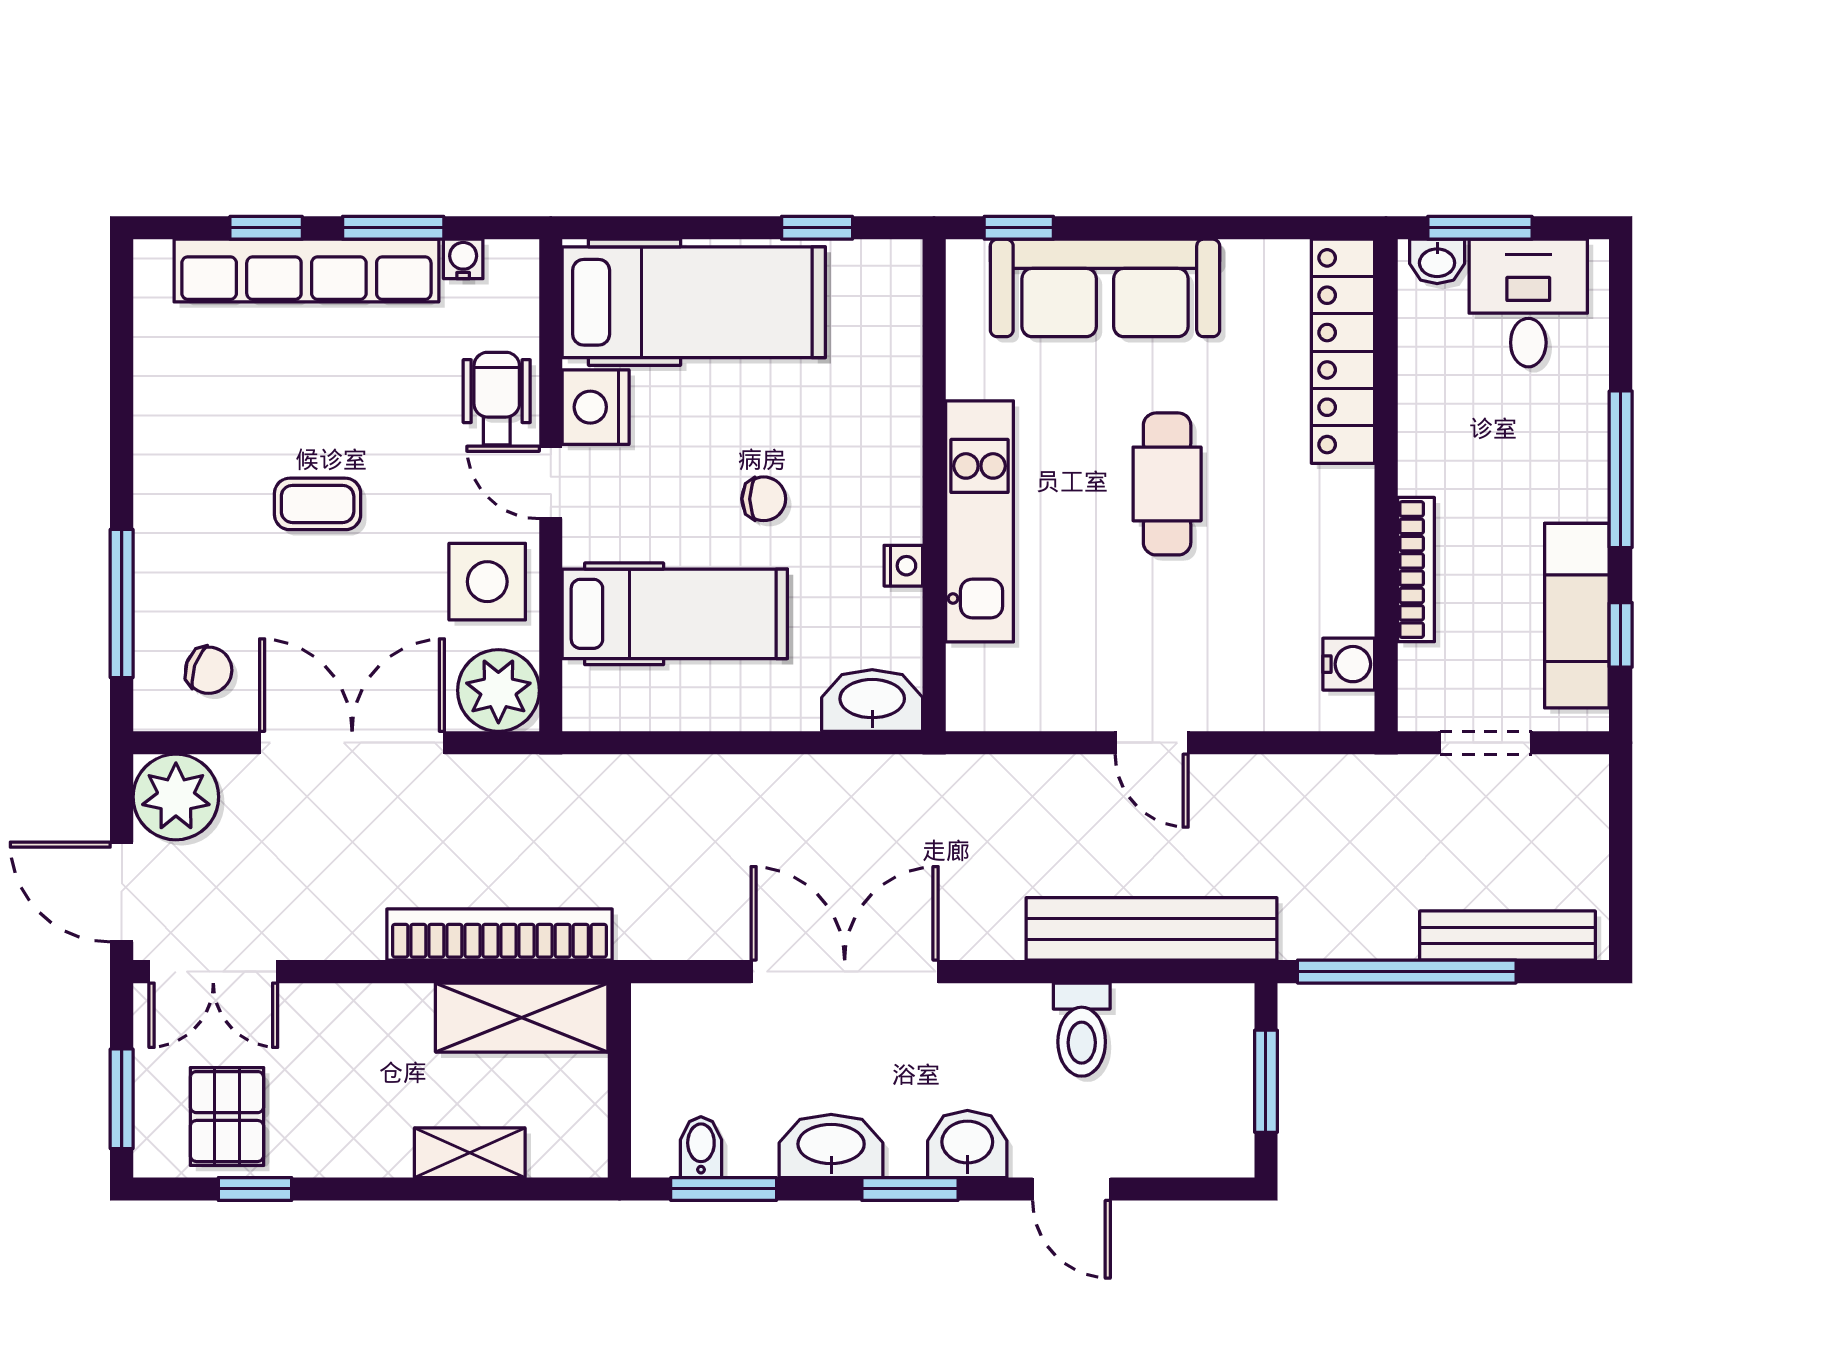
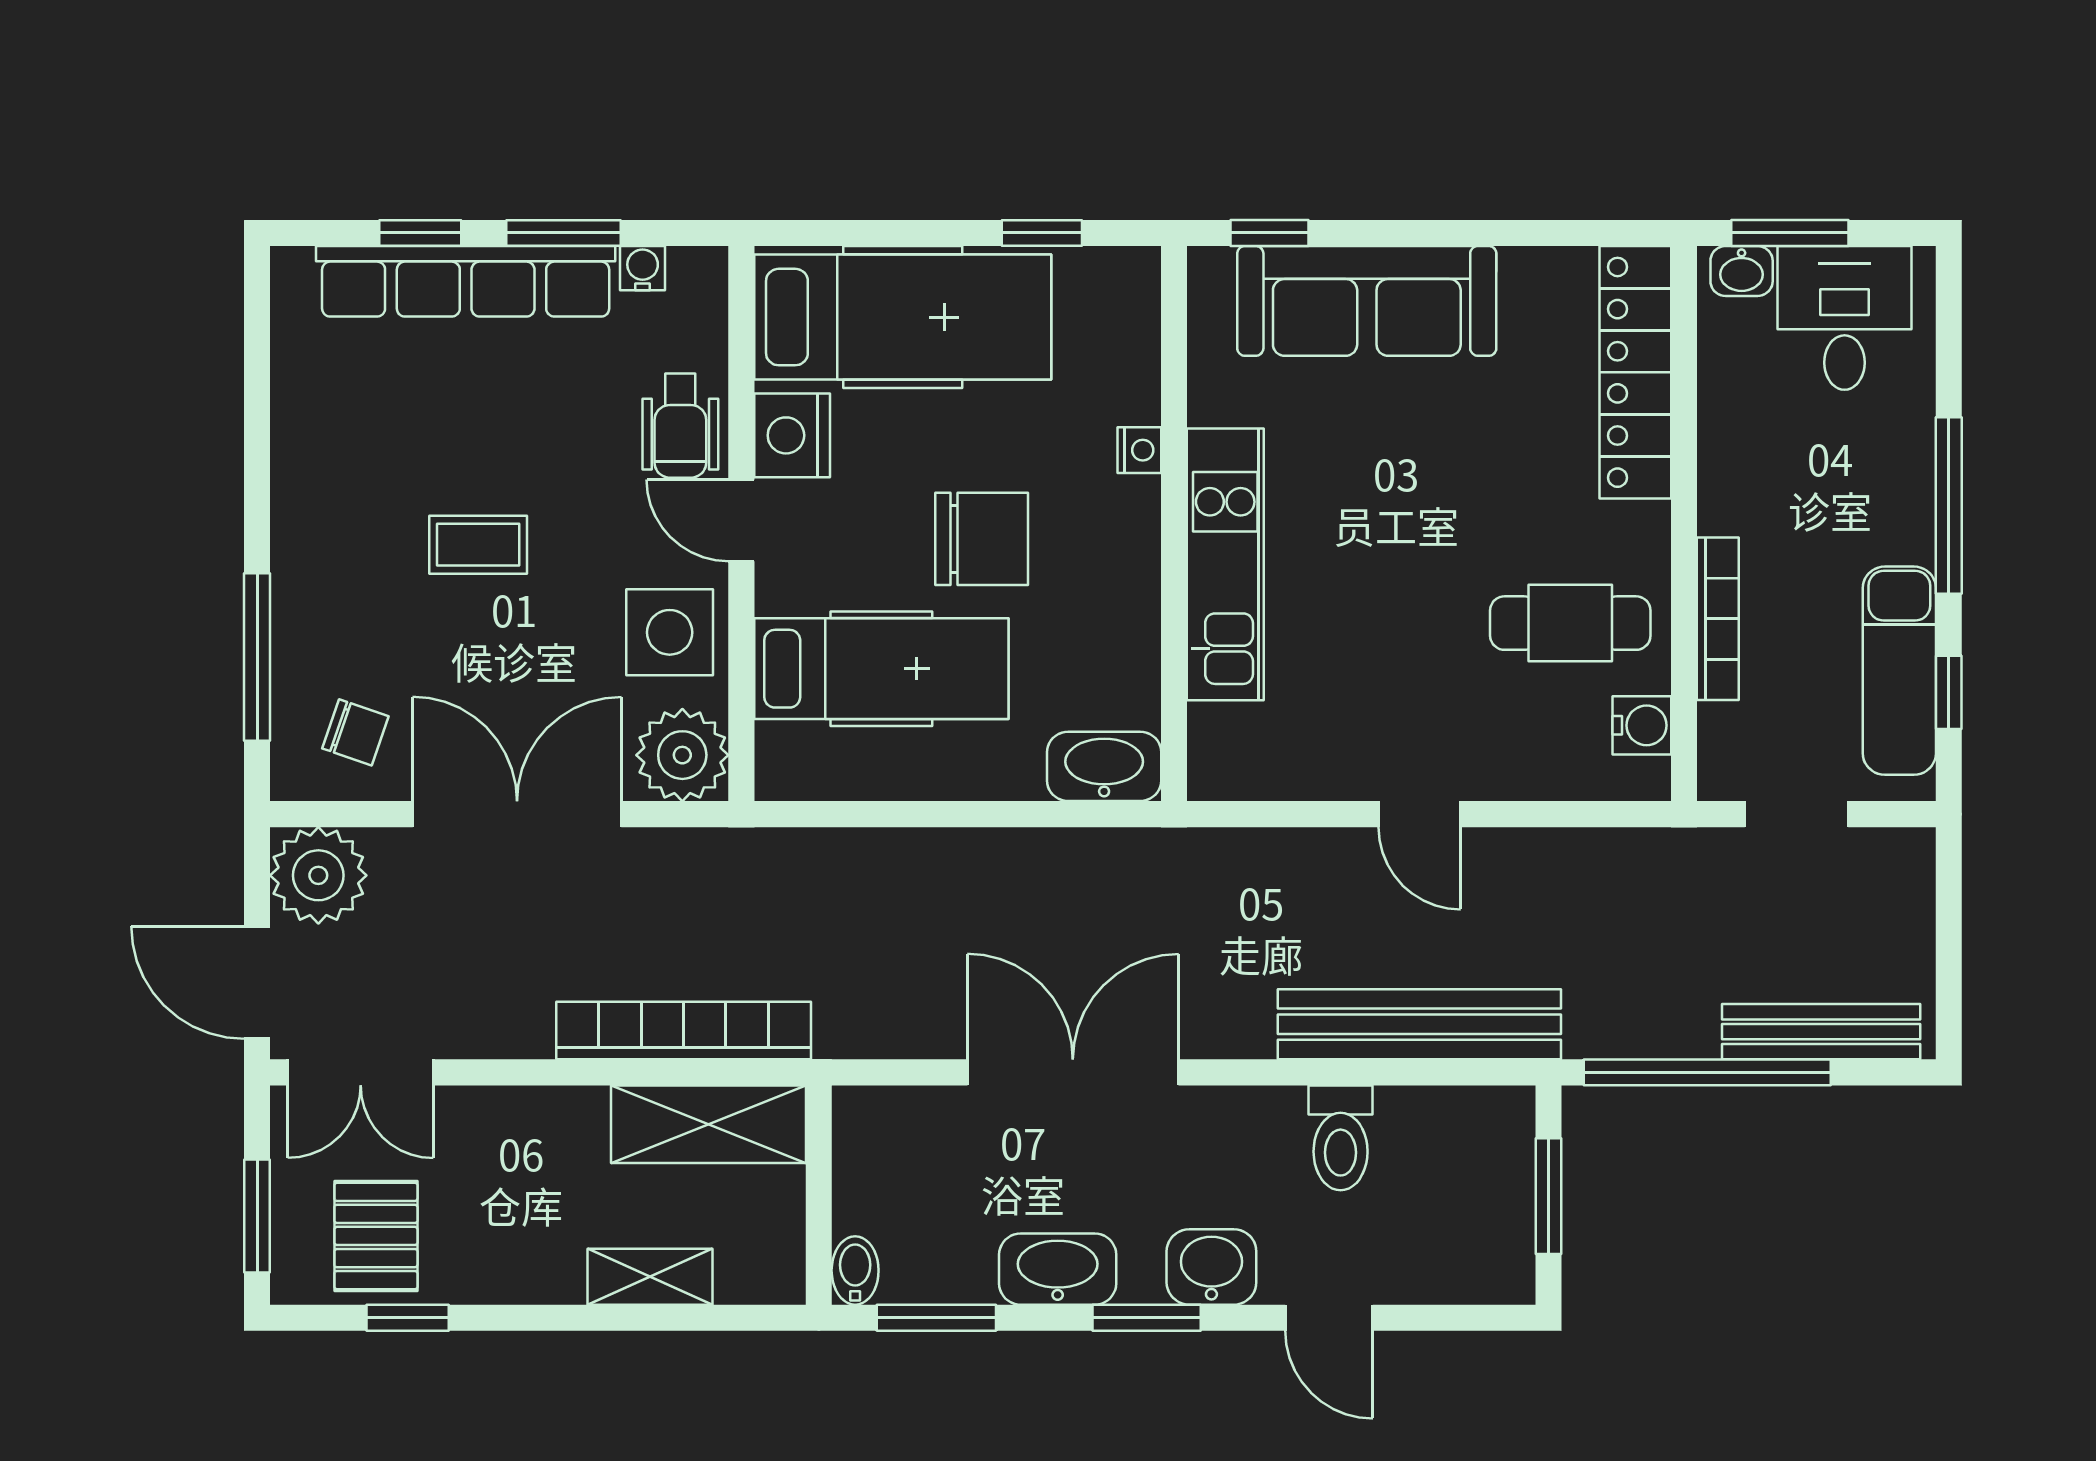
wheelchair: (497, 399) -> (680, 426), turned 180
cafe table: (1167, 484) -> (1570, 623), moved, turned 90
chair: (764, 499) -> (982, 539), width x1.87, depth x1.87
nightstand: (903, 566) -> (1139, 450), moved
bidet: (701, 1147) -> (855, 1270), moved

